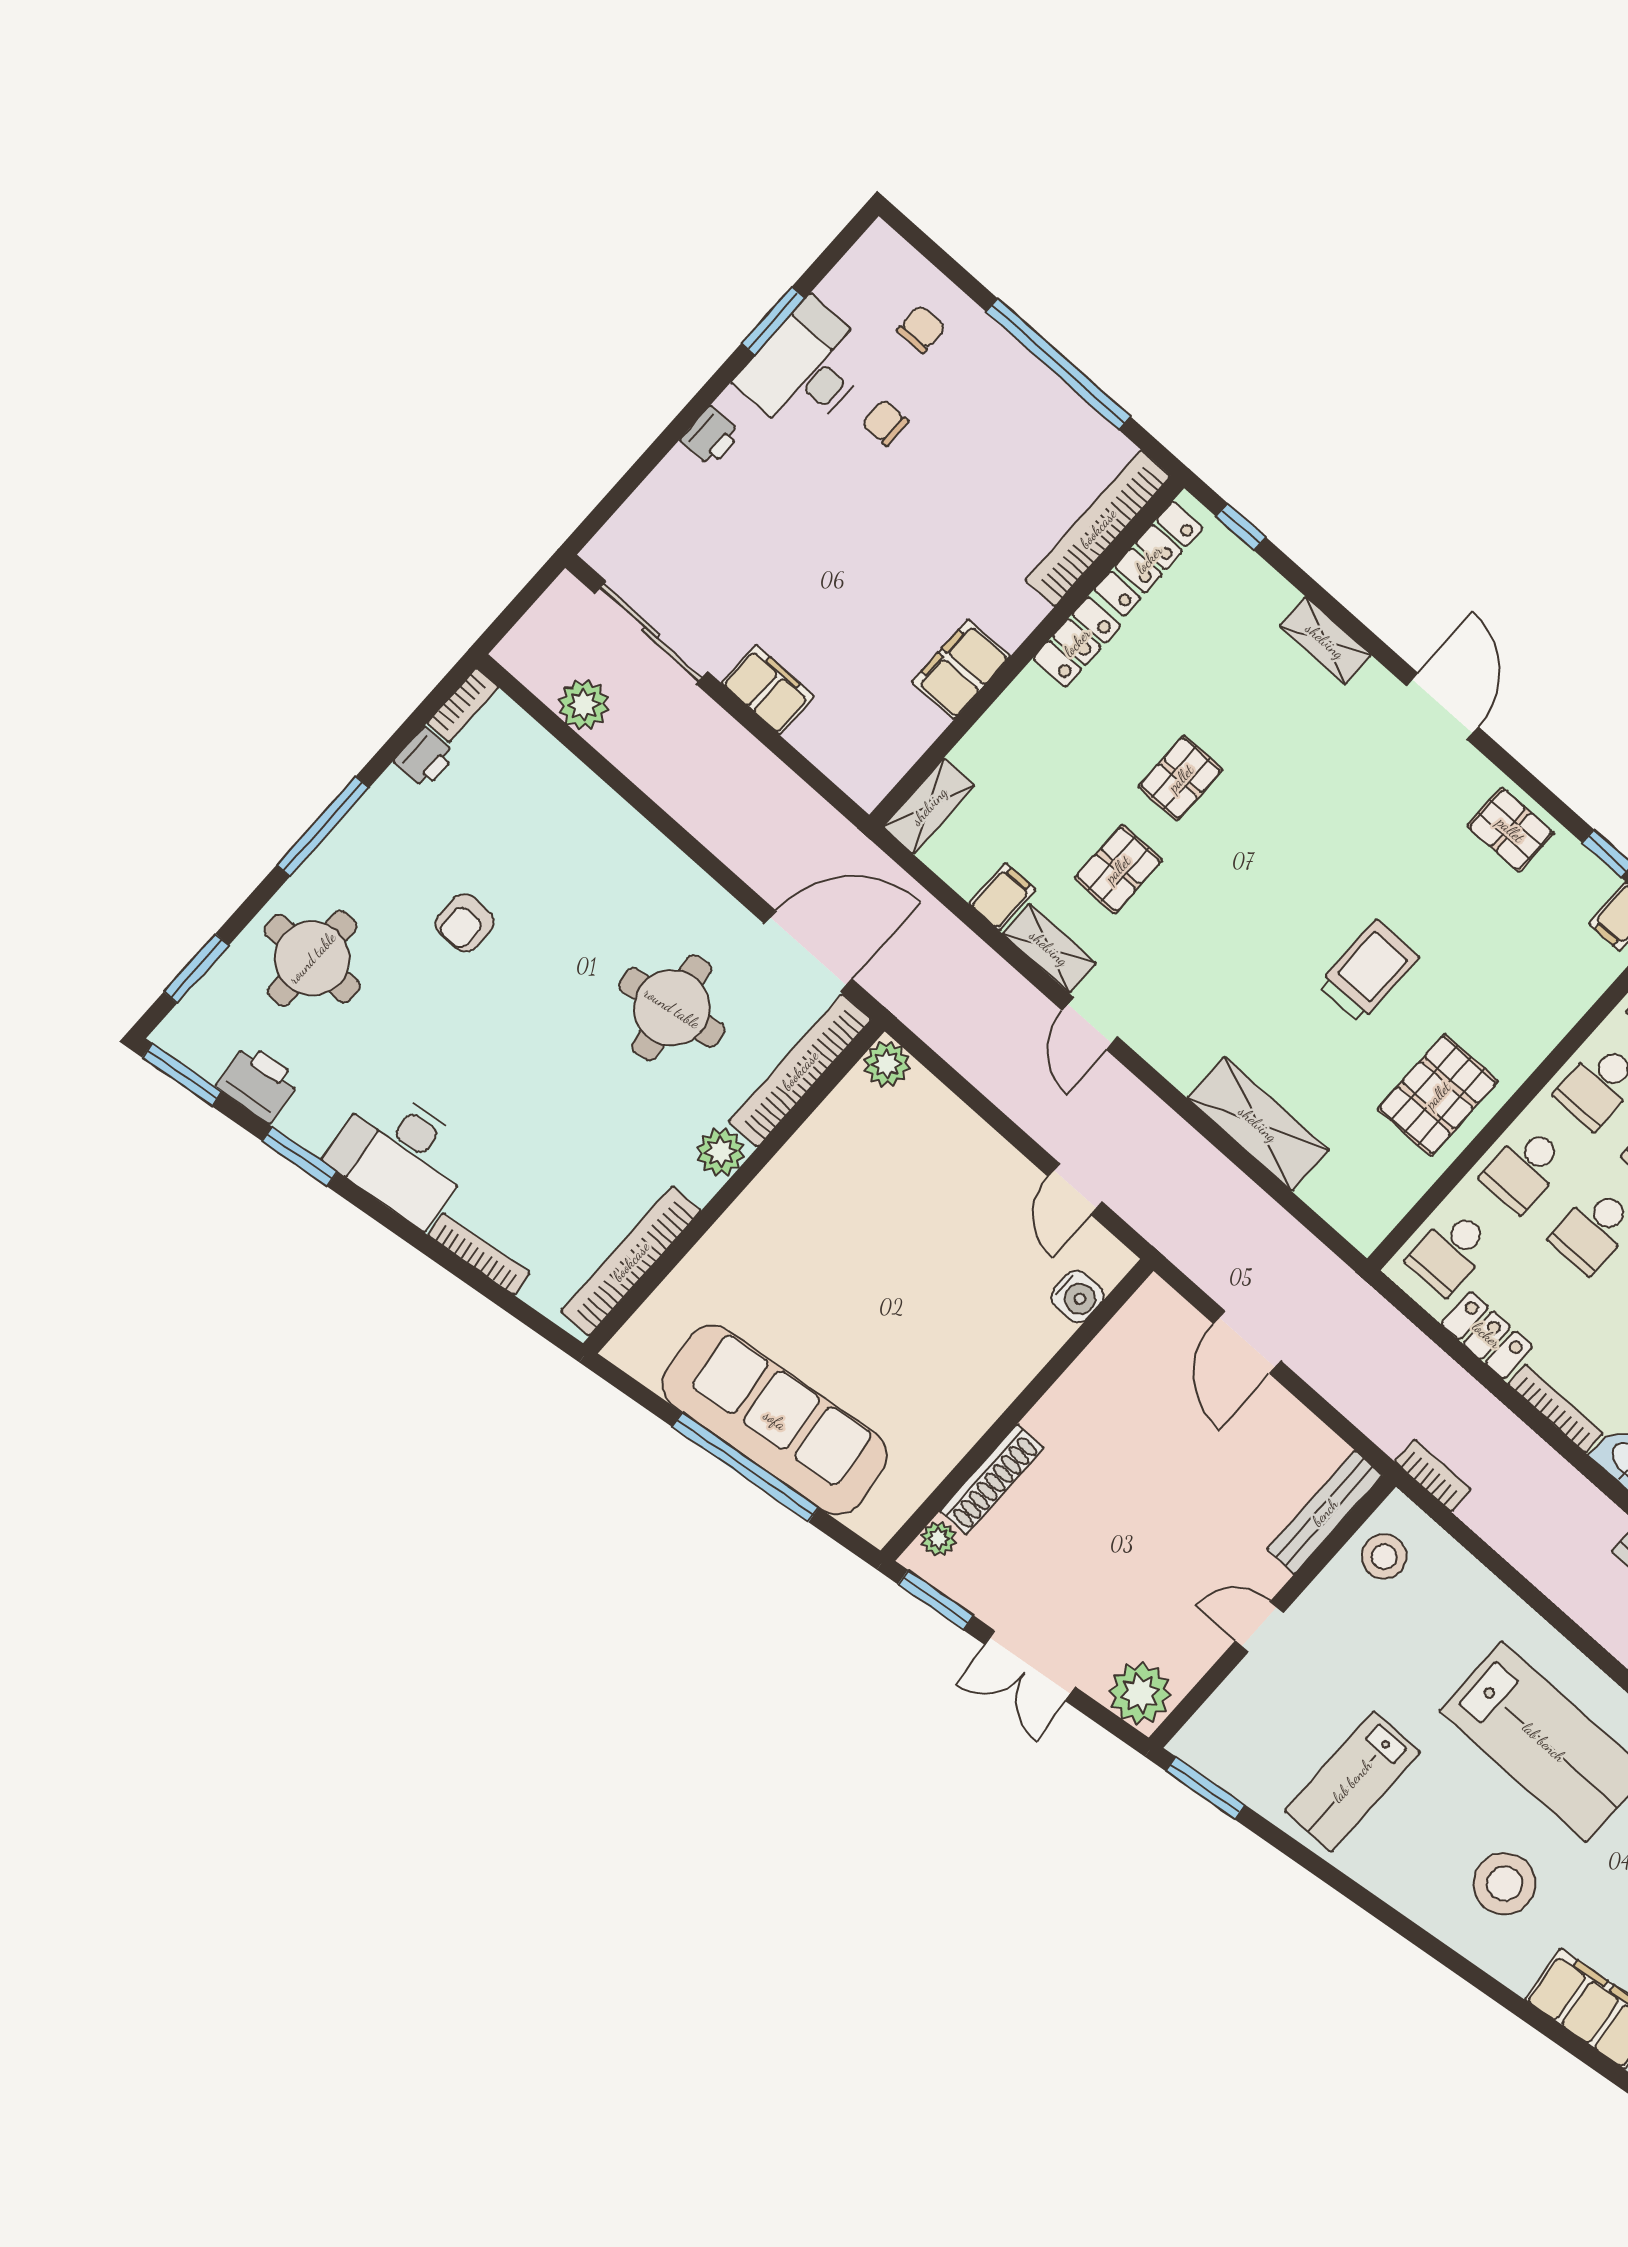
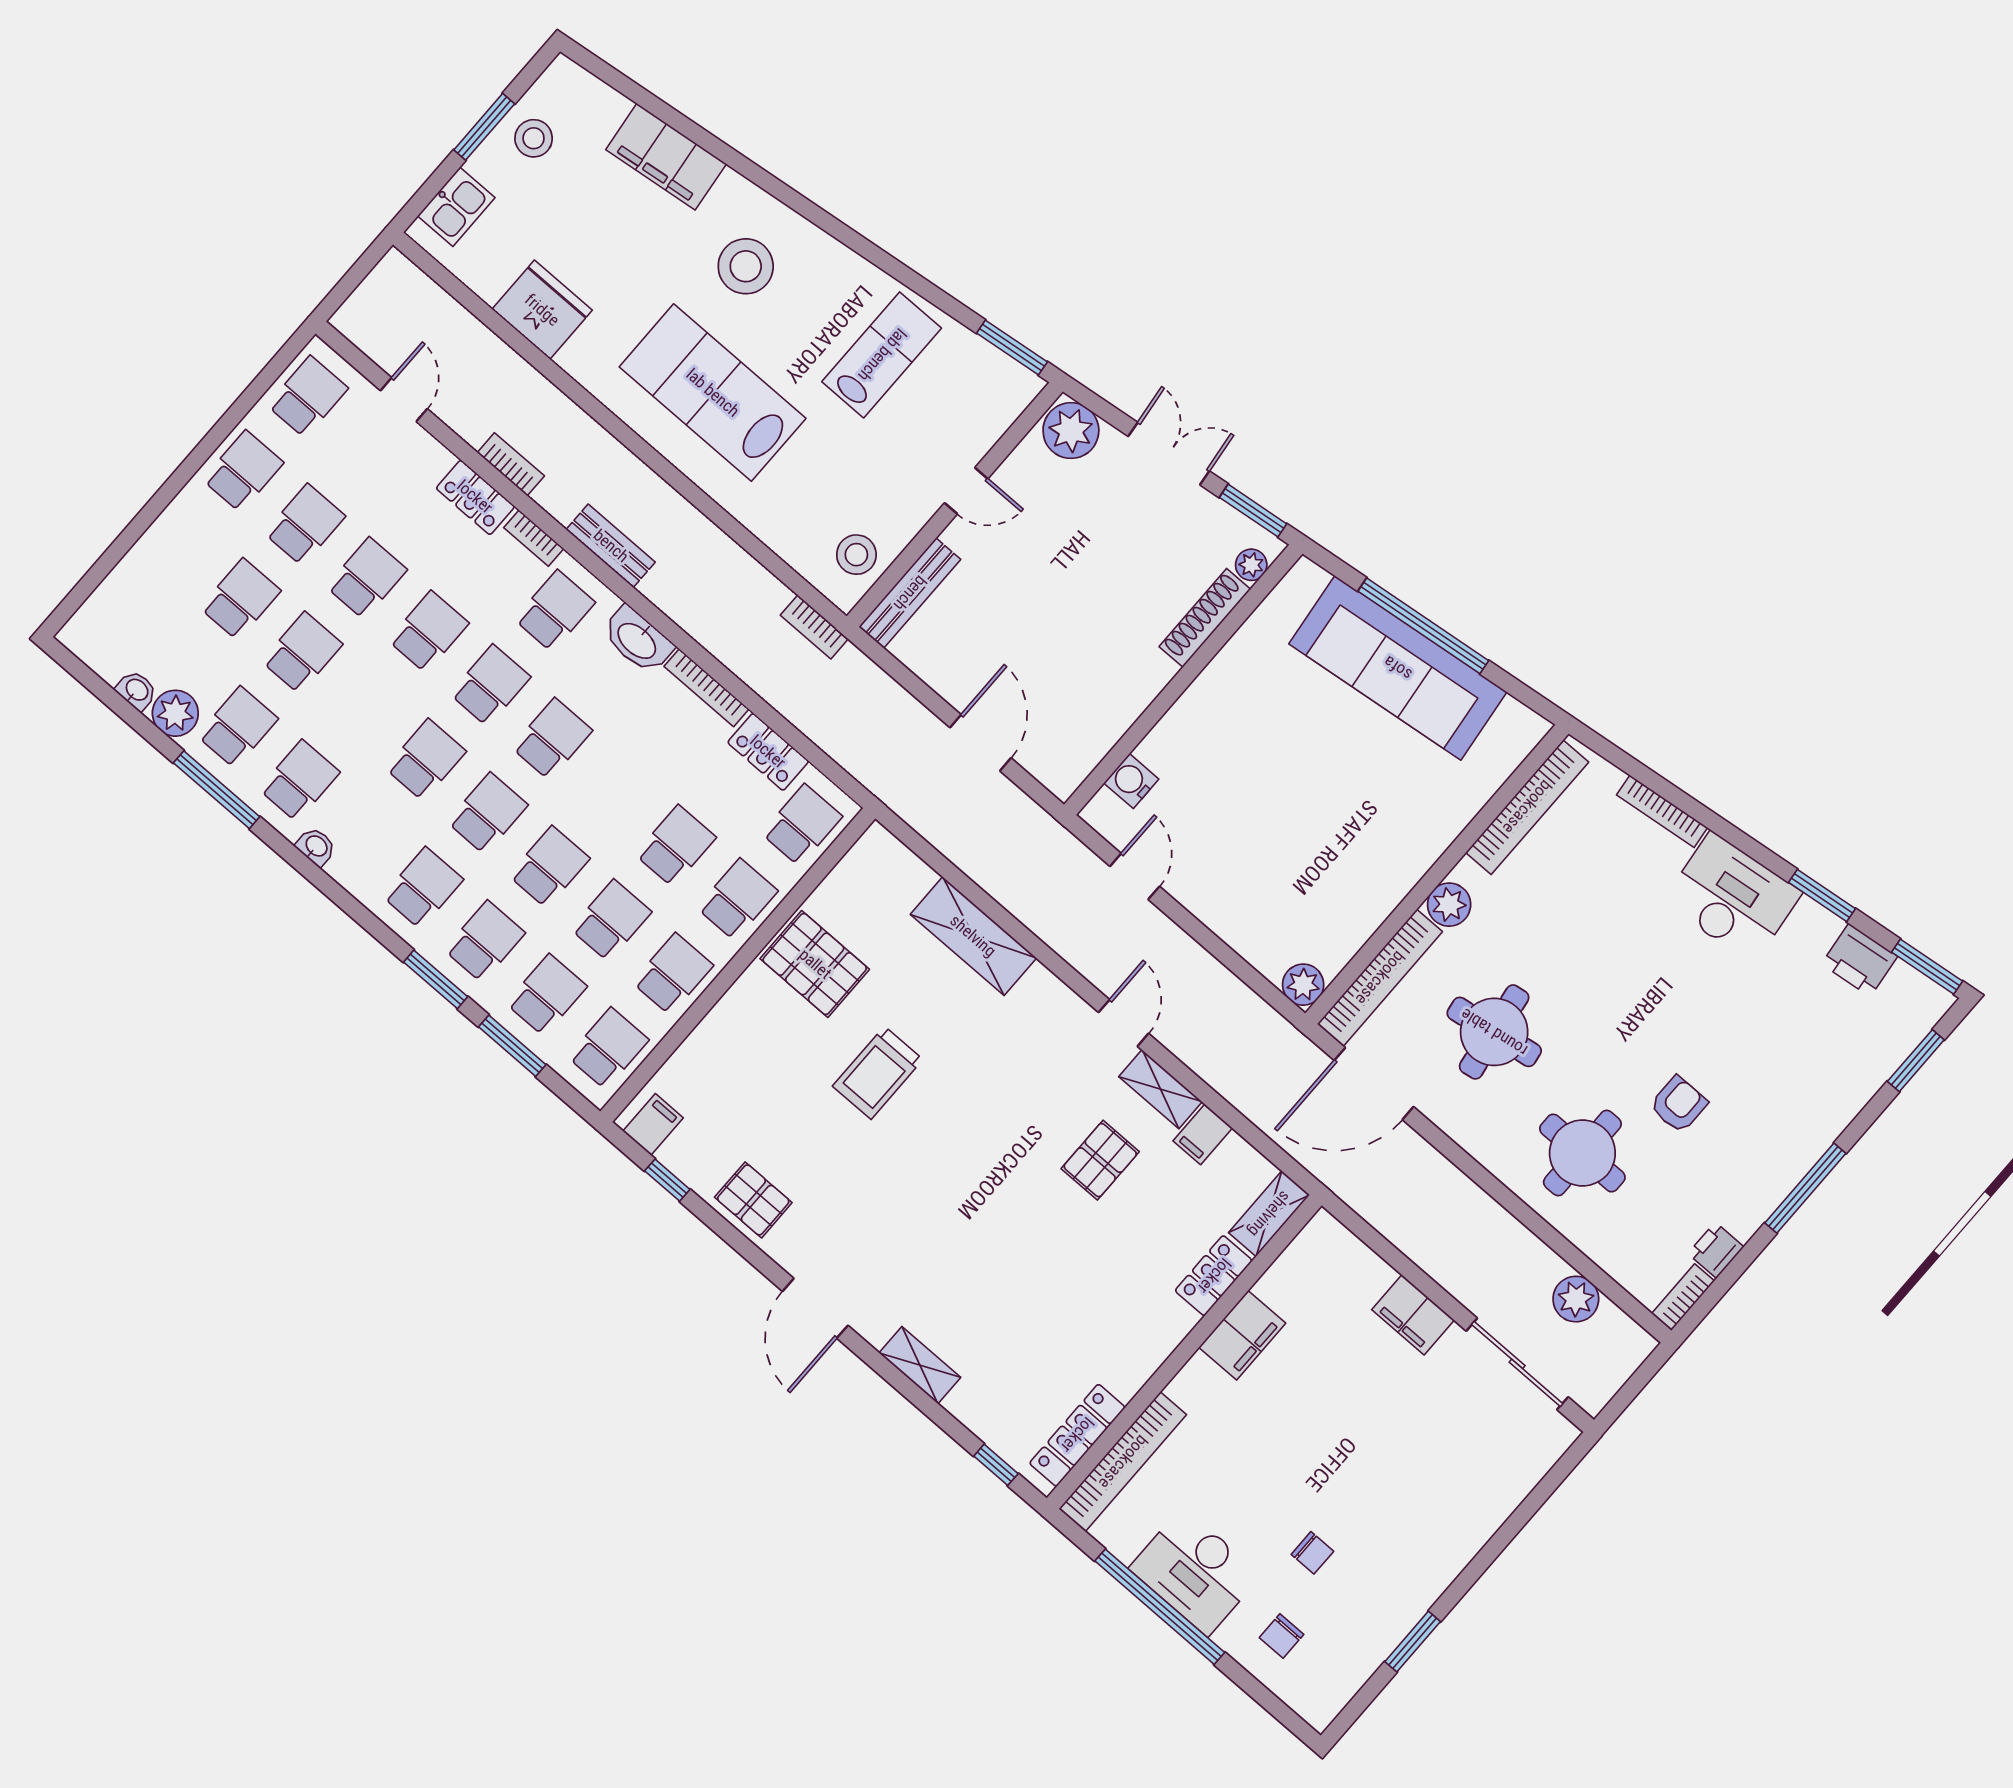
desk: (806, 369) -> (1195, 1572), moved, turned 90
printer: (711, 436) -> (1467, 1538), removed
locker: (1077, 642) -> (1214, 1276), moved
pallet: (1181, 778) -> (1046, 1242), removed
round table: (312, 958) -> (1582, 1153), moved
pallet: (1438, 1095) -> (815, 964), turned 90

